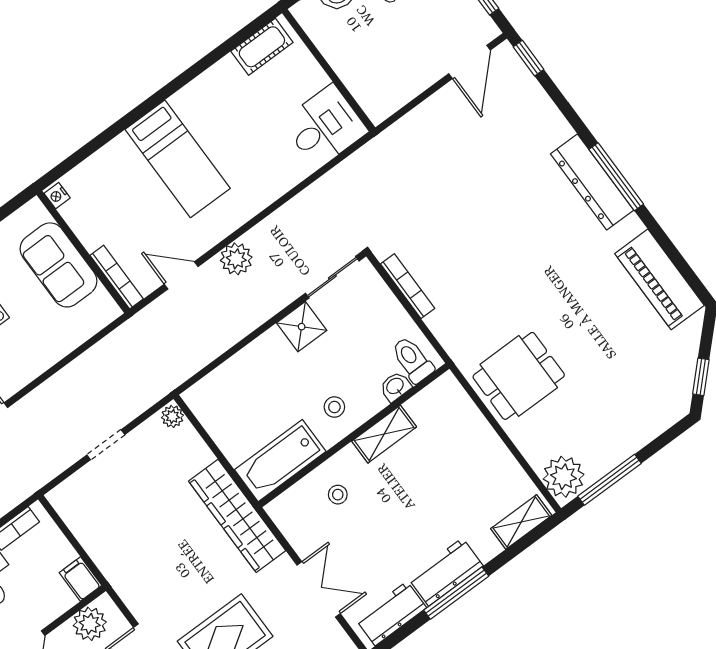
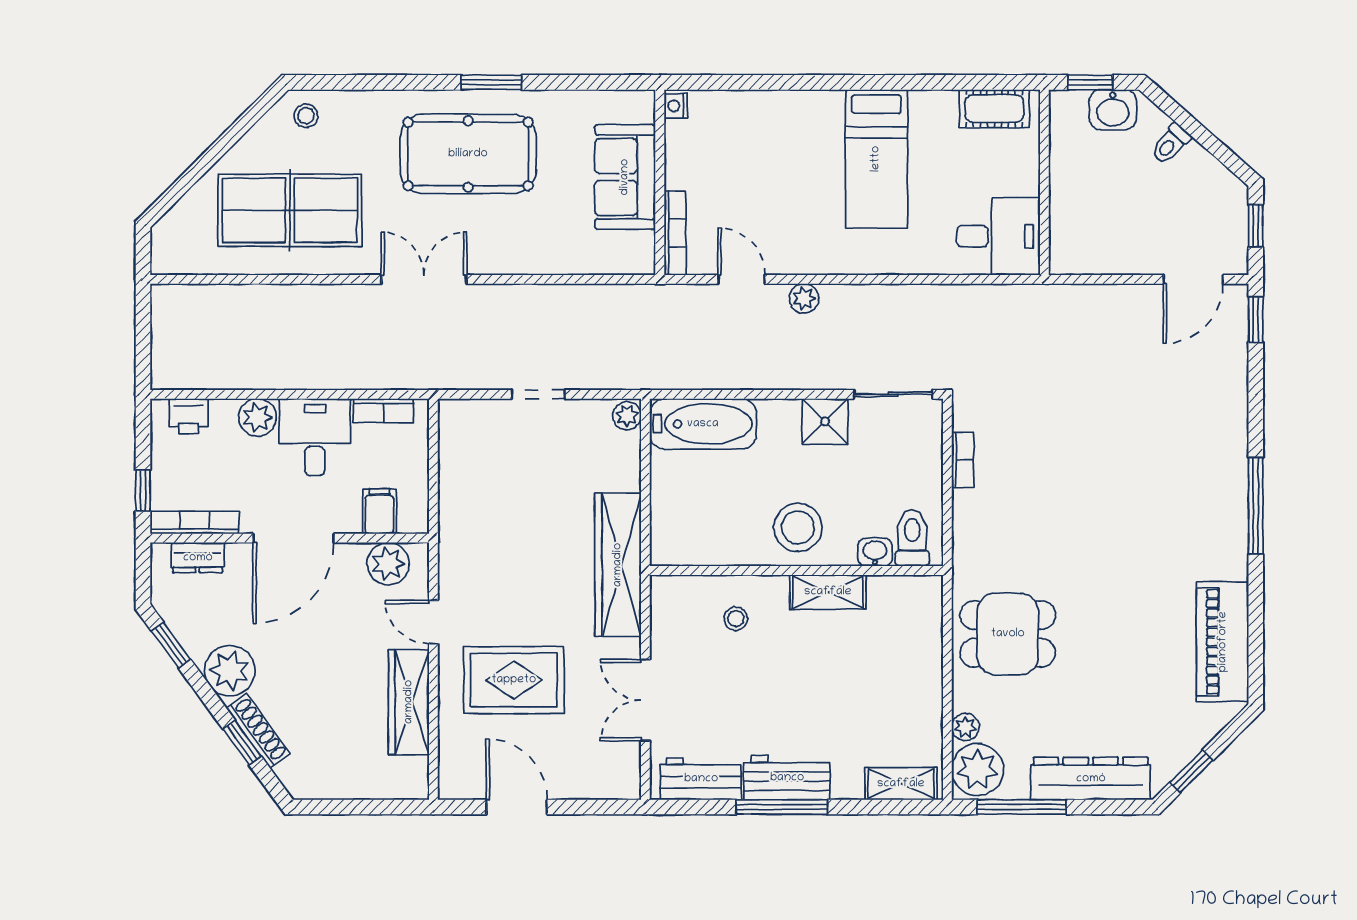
bed: (178, 159) -> (876, 159), moved
dresser: (592, 182) -> (1091, 779), moved, turned 90
plant: (236, 259) -> (804, 298), width x0.73, depth x0.73
bookcase: (408, 286) -> (963, 460), width x0.64
stool: (334, 407) -> (798, 527), width x1.89, depth x1.89
plant: (536, 455) -> (965, 727), added
bathtub: (280, 461) -> (703, 424), moved, turned 180
filing cabinet: (80, 579) -> (379, 511), moved
double door: (319, 589) -> (645, 700), swing flipped

